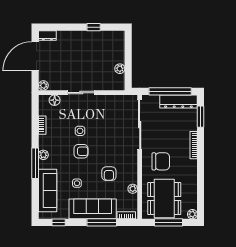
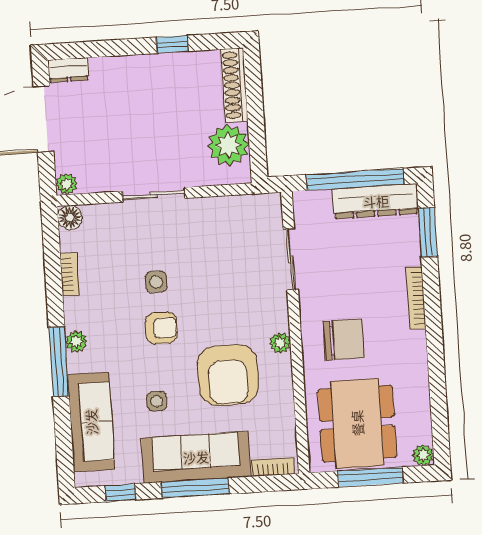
shoe rack: (120, 47) -> (234, 85), added
plant: (120, 69) -> (228, 145), width x1.88, depth x1.88
floor lamp: (55, 100) -> (70, 217), moved
sliding door: (140, 125) -> (291, 259), width x0.54
armchair: (109, 174) -> (228, 375), width x1.88, depth x1.88
plant: (133, 189) -> (280, 343), moved
window: (102, 222) -> (195, 488), moved

